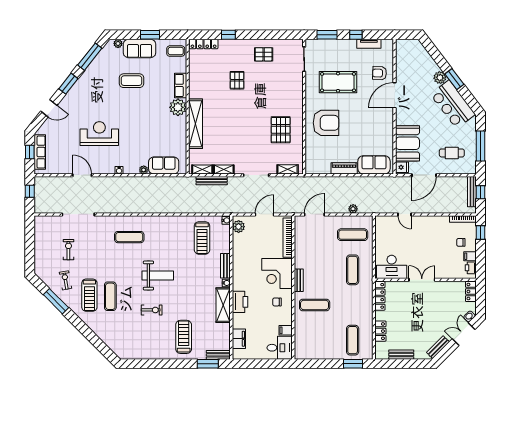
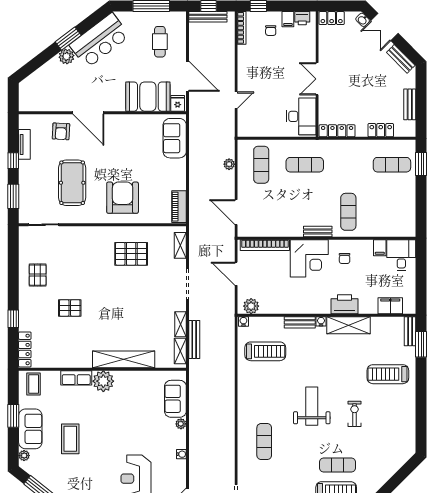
piano: (344, 168) -> (179, 207), moved

